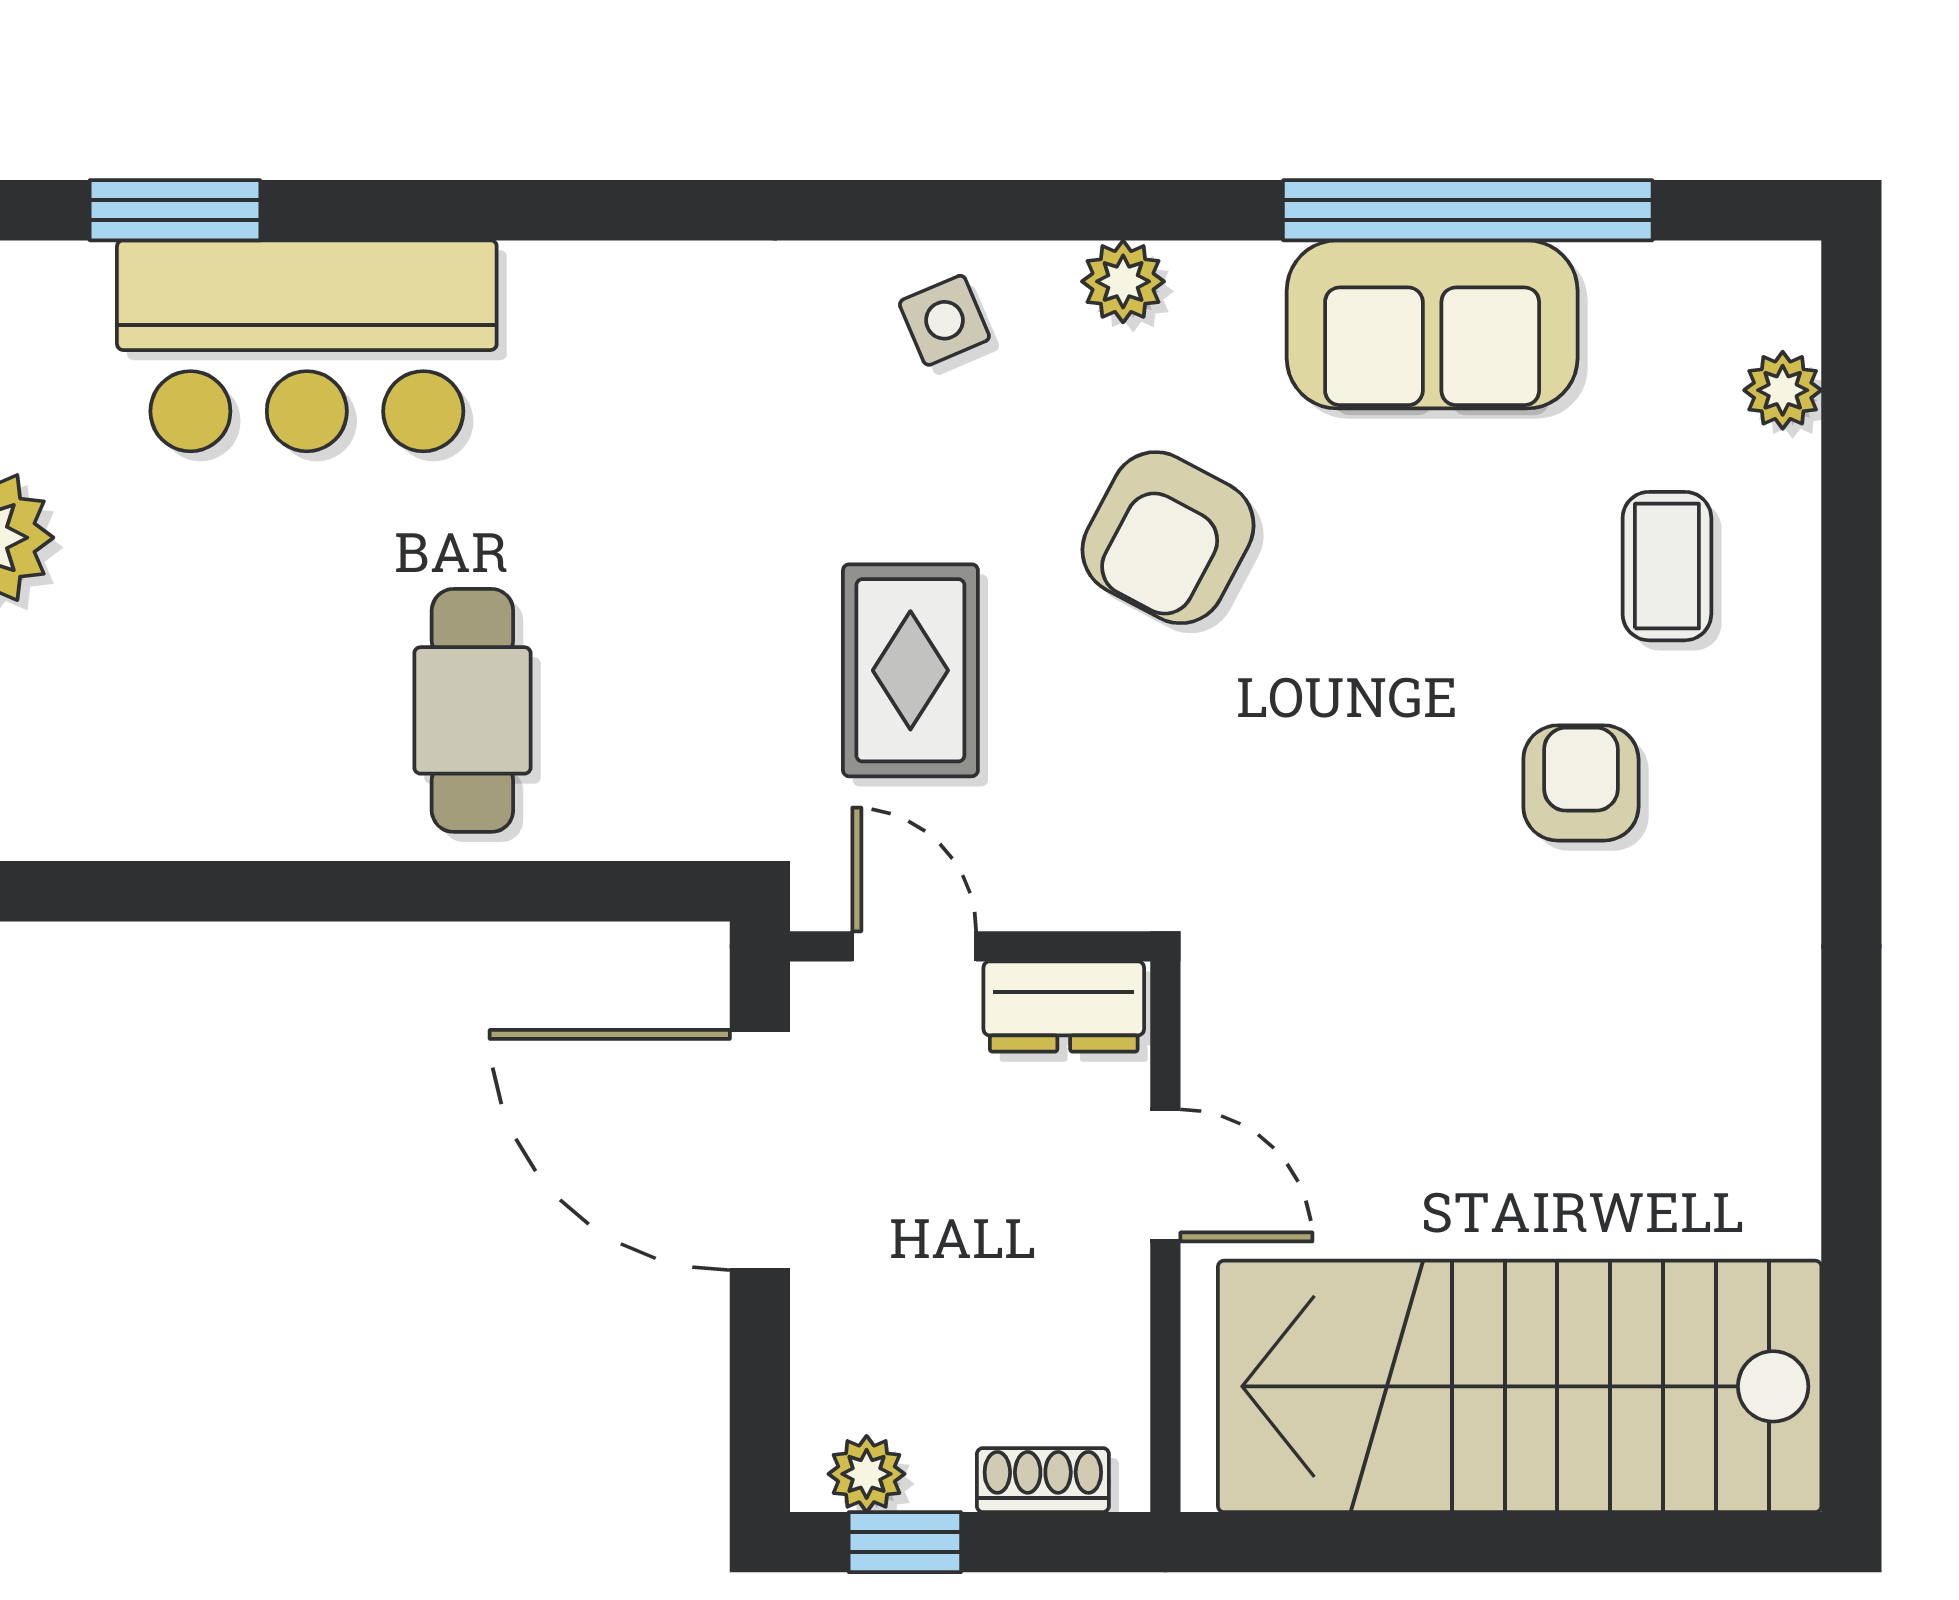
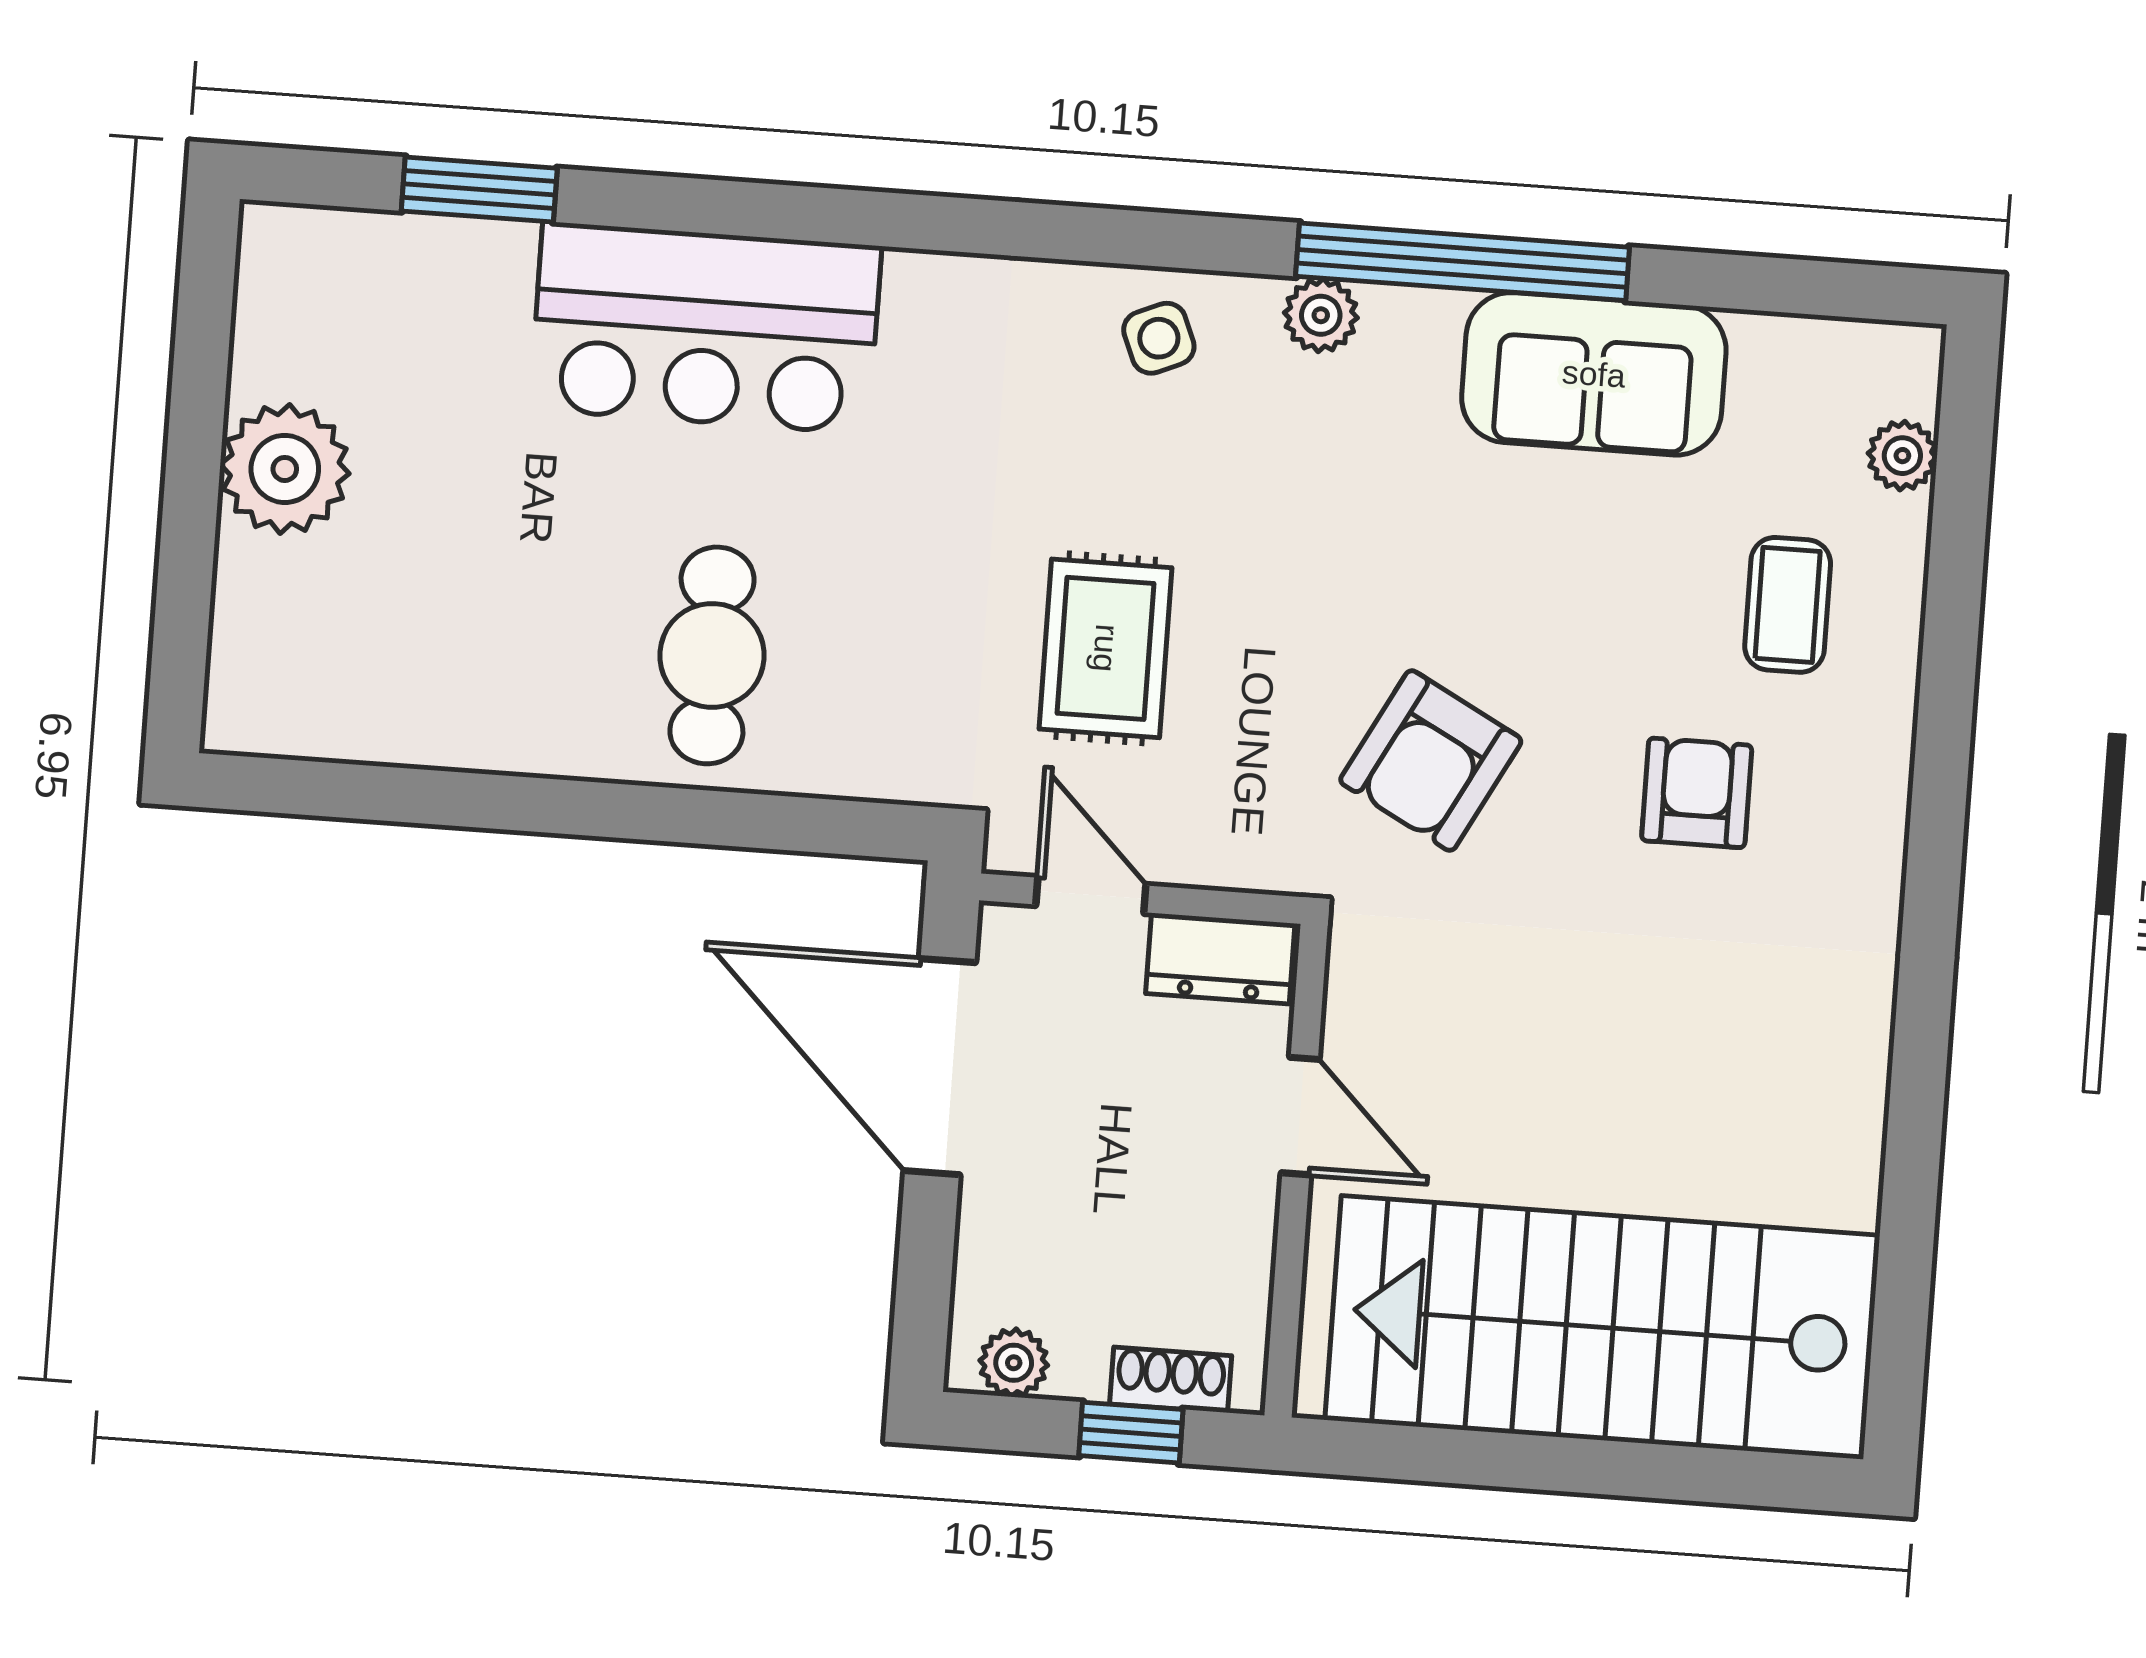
window: (1468, 210) -> (1463, 262), moved
bar counter: (307, 346) -> (706, 328), moved
armchair: (1168, 538) -> (1431, 761), moved
window: (905, 1542) -> (1131, 1433), moved

